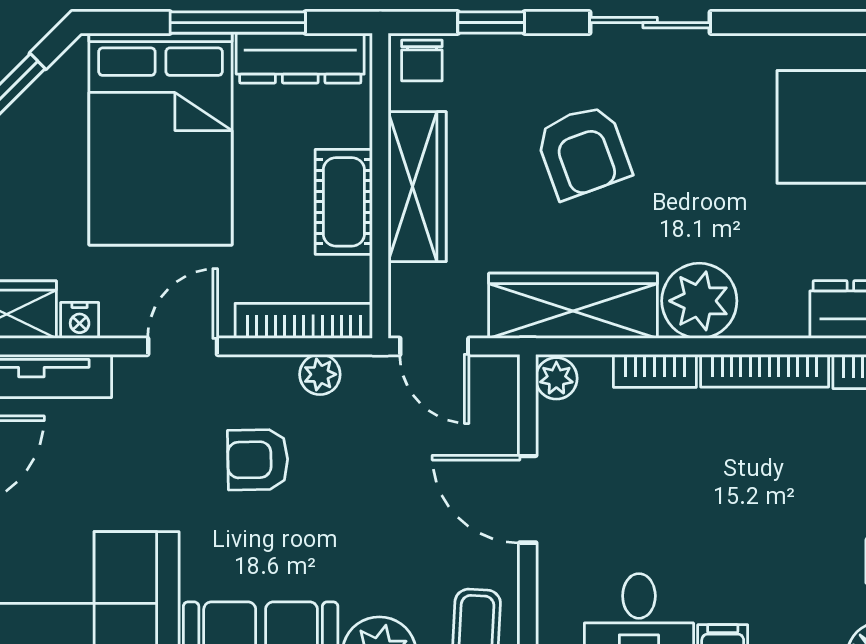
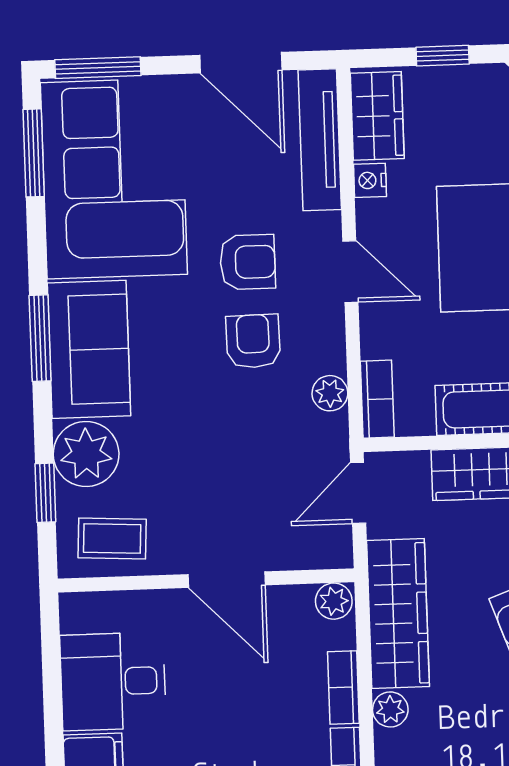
plant: (699, 301) -> (390, 709), width x0.53, depth x0.53
bookcase: (304, 321) -> (377, 399), width x0.64
armchair: (168, 463) -> (248, 262), added
door: (528, 499) -> (227, 580), swing flipped

